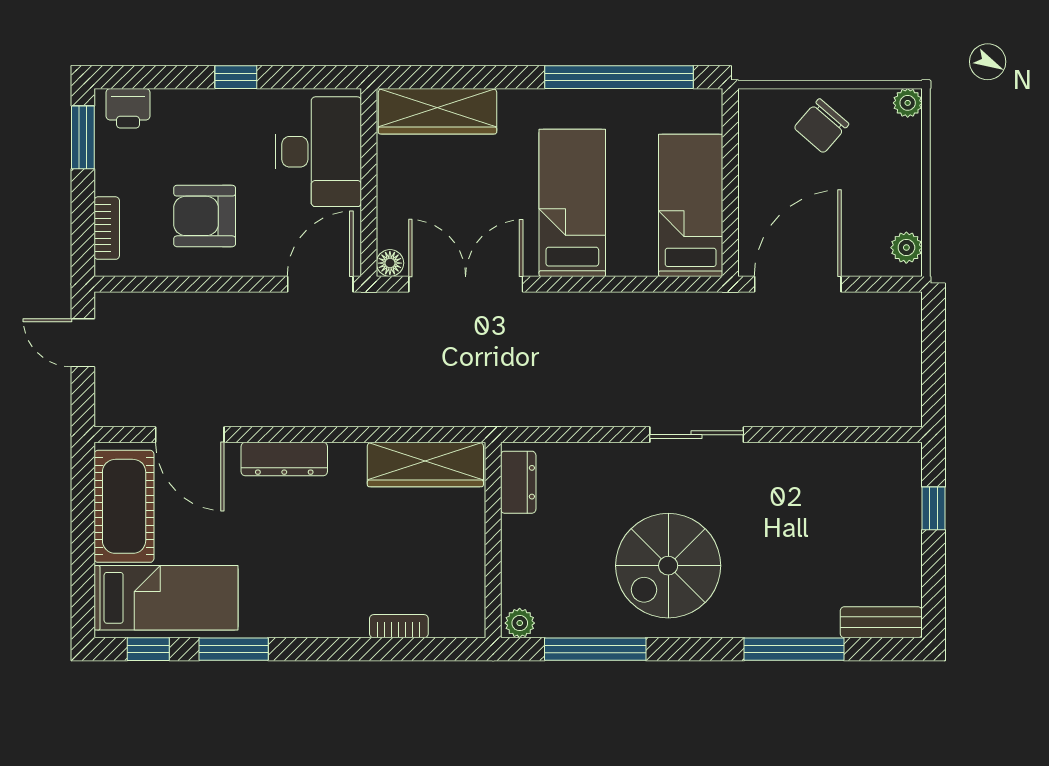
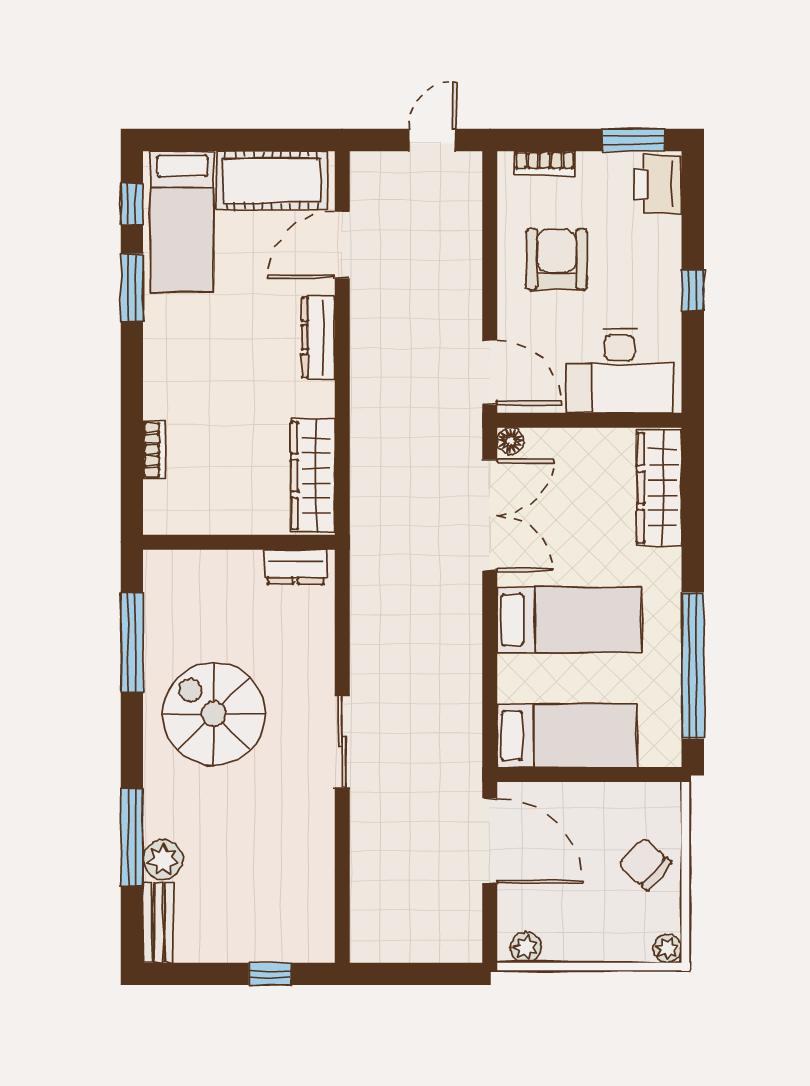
printer: (128, 108) -> (658, 184), width x1.36, depth x1.24
plant: (520, 623) -> (163, 860), moved, width x1.38, depth x1.38

